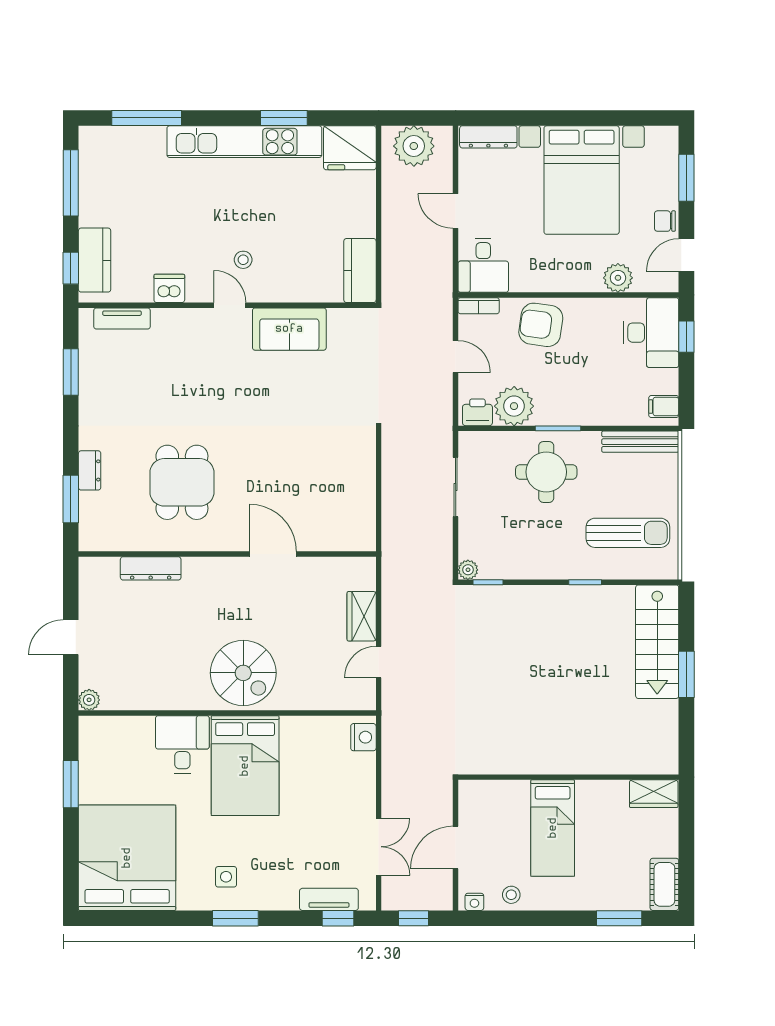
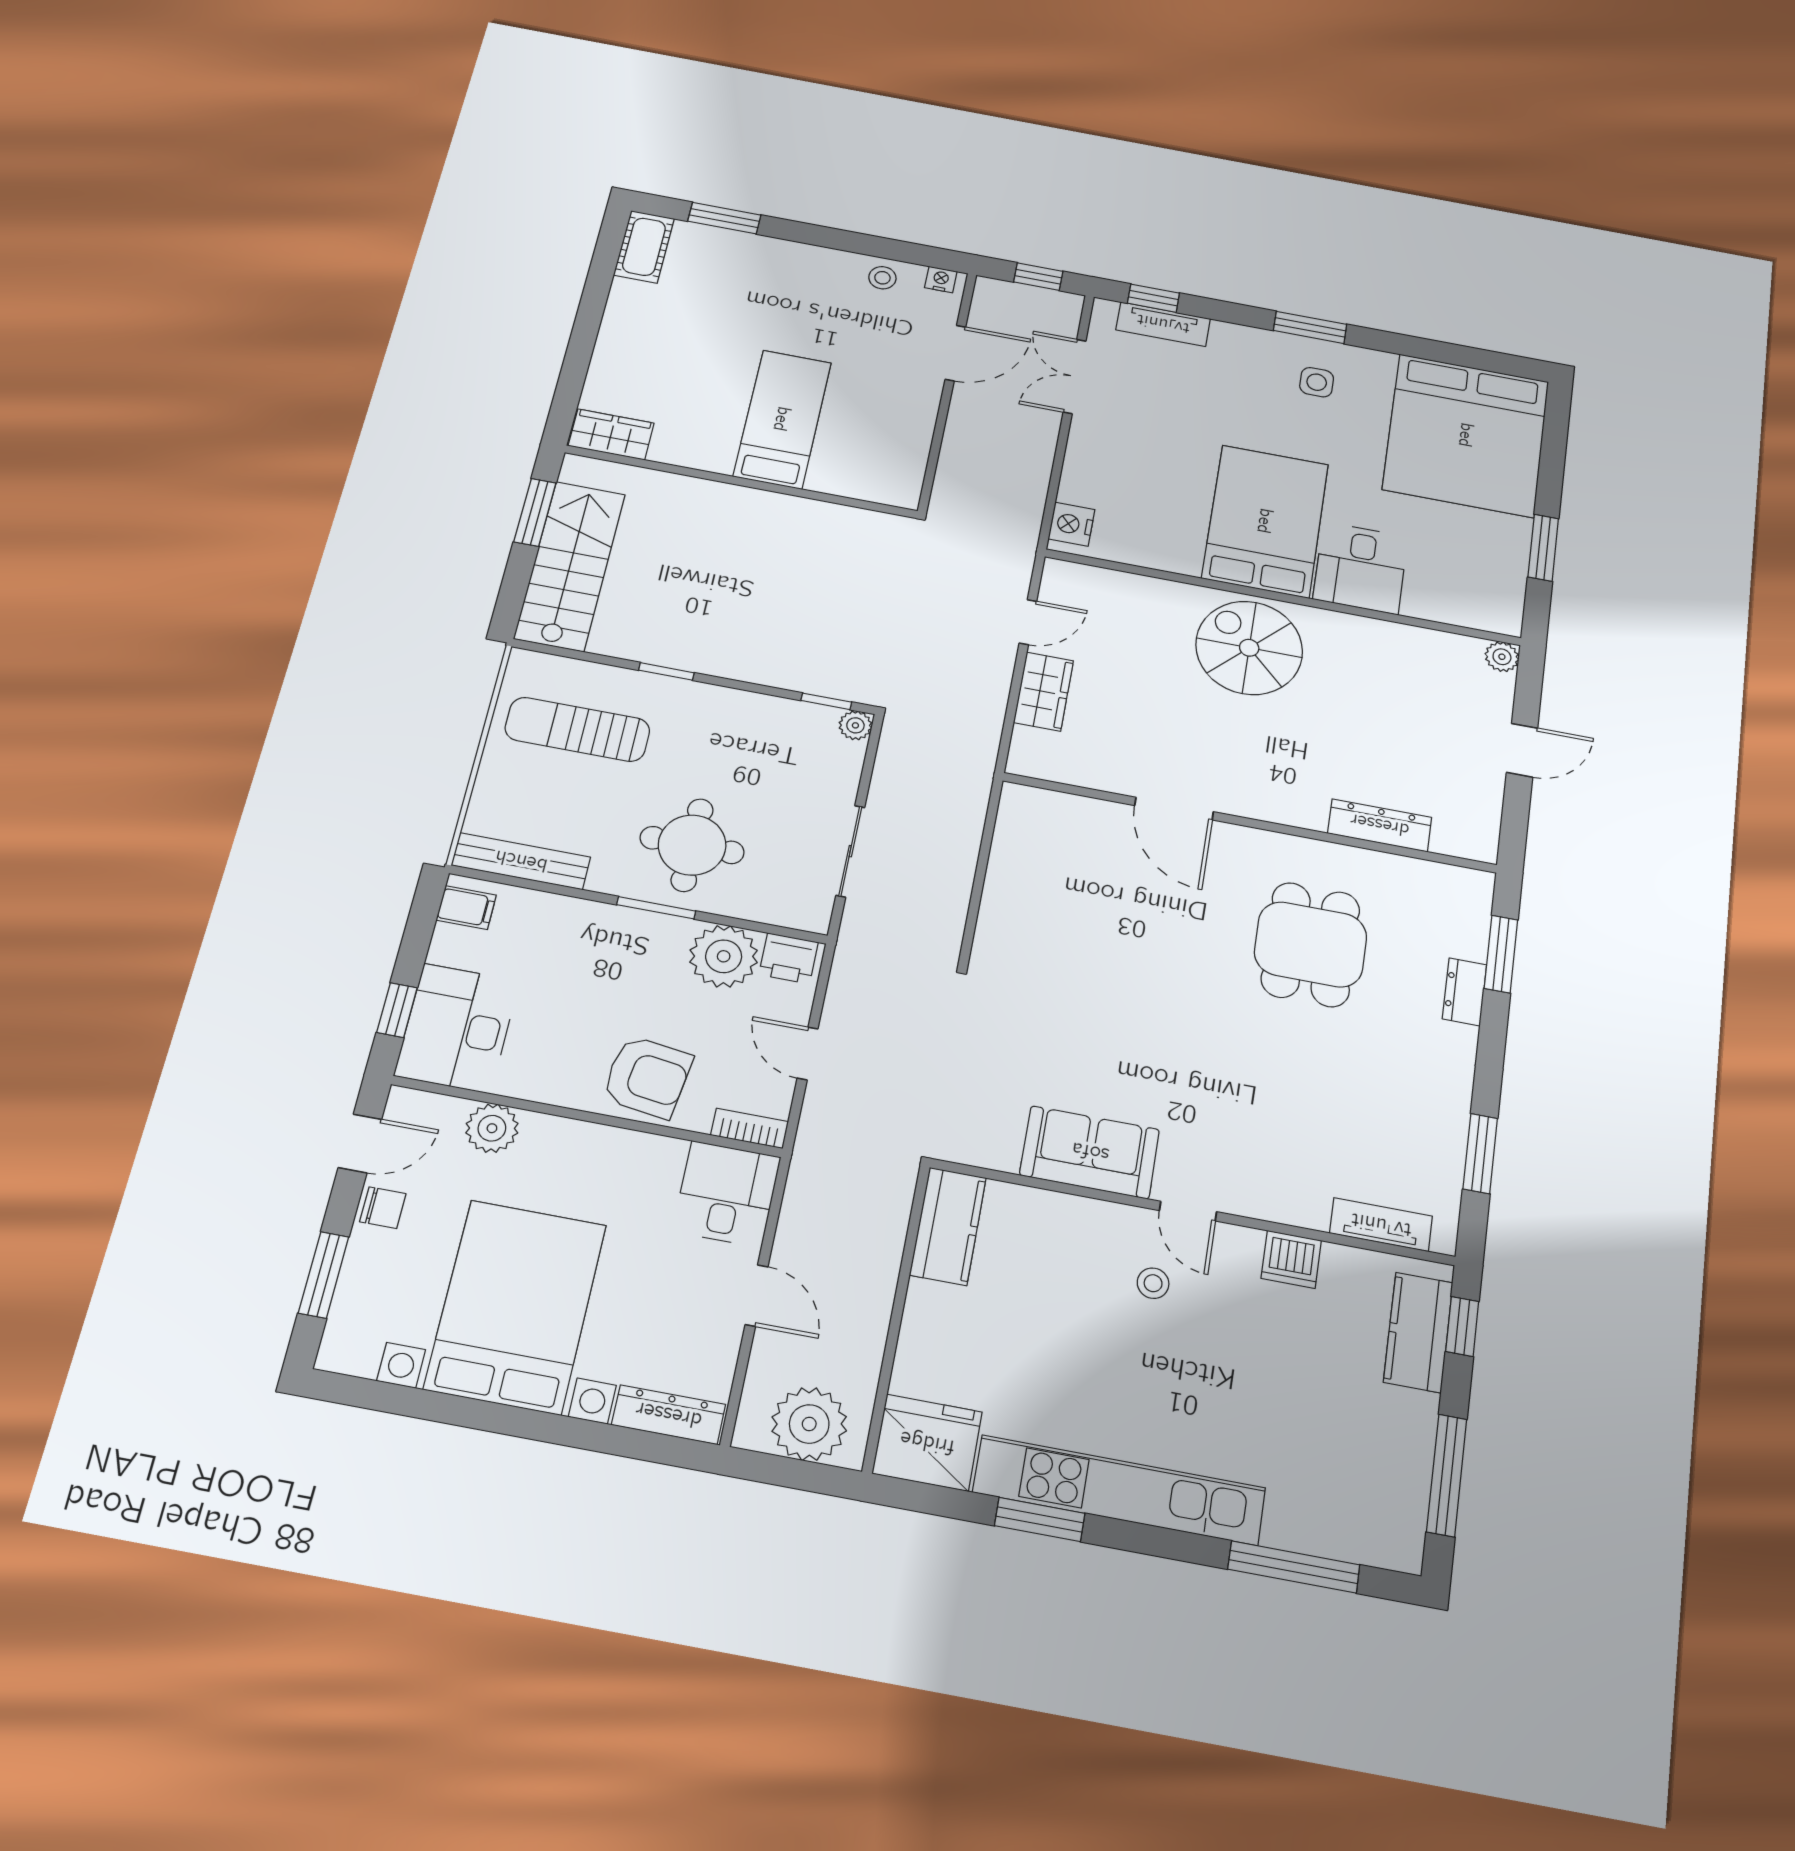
wall: (568, 777) -> (741, 482), moved
wardrobe: (654, 794) -> (611, 434), moved
bed: (553, 828) -> (782, 419), moved

